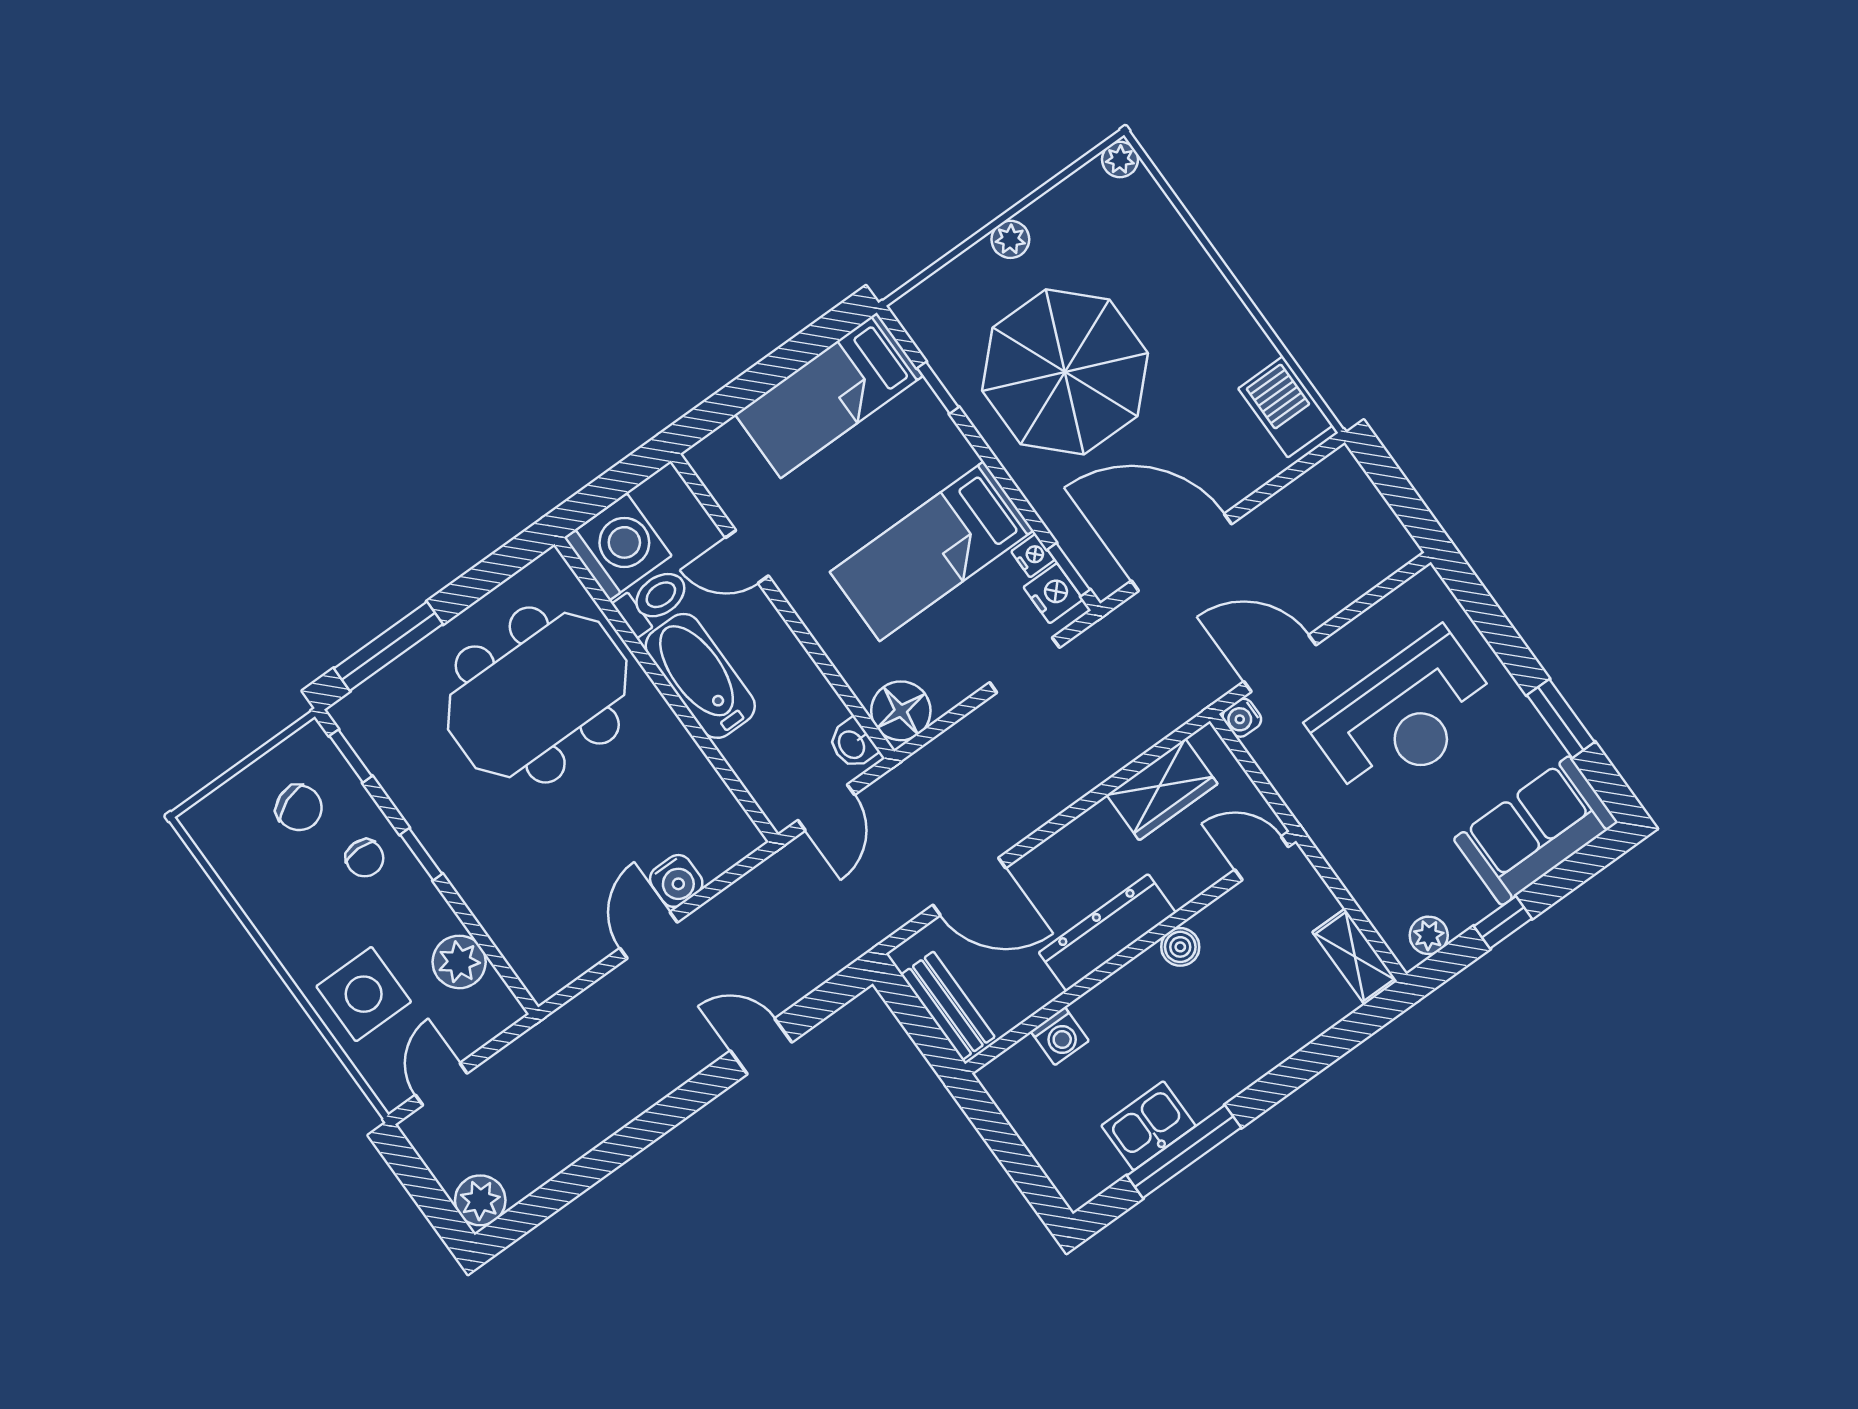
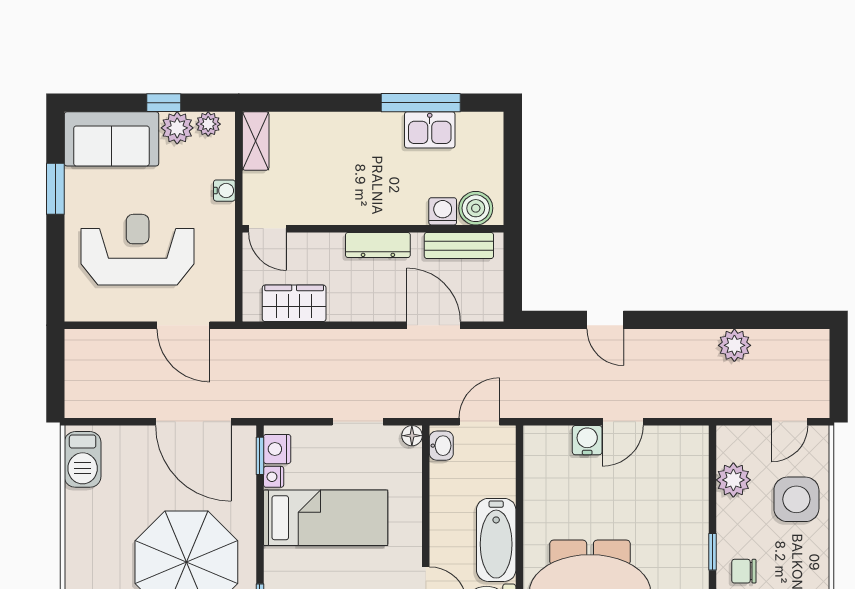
doorway: (1025, 665) -> (358, 422), moved
floor lamp: (901, 711) -> (412, 436), width x0.53, depth x0.53
water cooler: (1242, 718) -> (224, 191), moved
chair: (365, 858) -> (744, 571), turned -90
plant: (1464, 903) -> (177, 128), added
dresser: (1107, 933) -> (378, 245), width x0.73, depth x0.80
boiler: (1180, 947) -> (476, 208), moved, width x1.36, depth x1.36
bench: (948, 1006) -> (459, 246), moved, turned 90
plant: (480, 1200) -> (734, 345), moved

